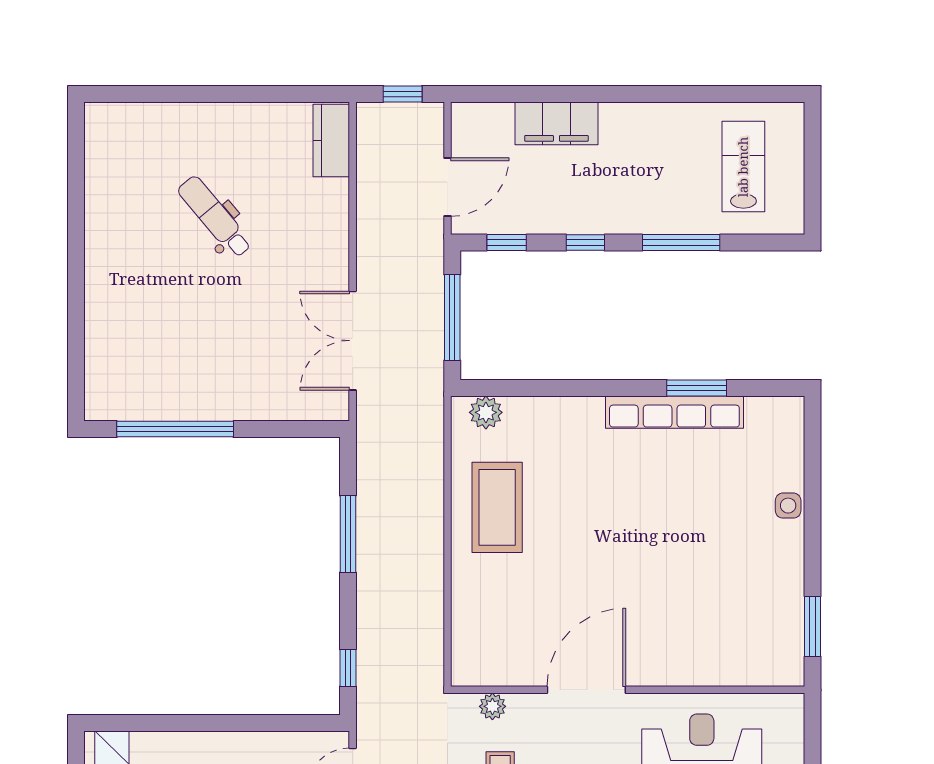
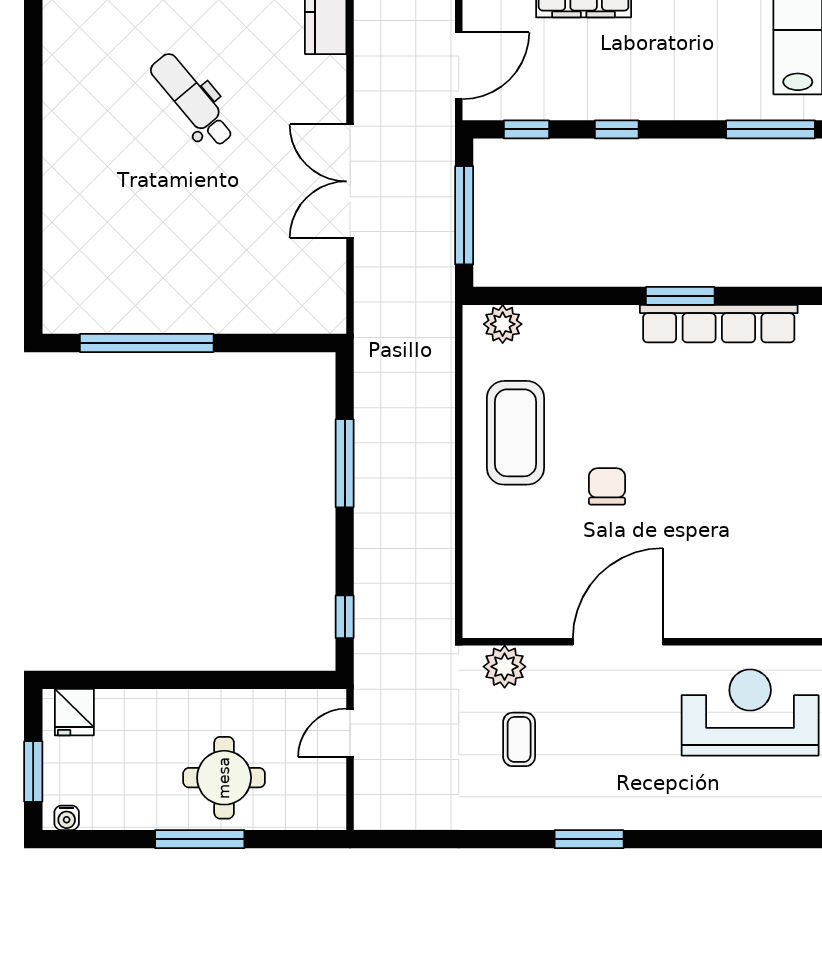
window: (681, 243) -> (771, 129), moved
double door: (353, 341) -> (350, 181), moved
window: (697, 388) -> (680, 296), moved
chair: (577, 554) -> (607, 486), added
plant: (492, 706) -> (505, 667), width x1.38, depth x1.38

